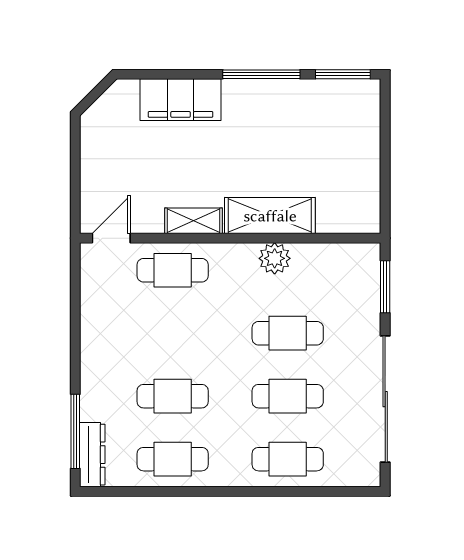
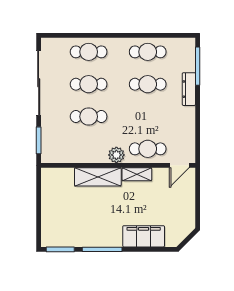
plant: (275, 258) -> (116, 155), moved
dresser: (92, 455) -> (189, 89), moved

